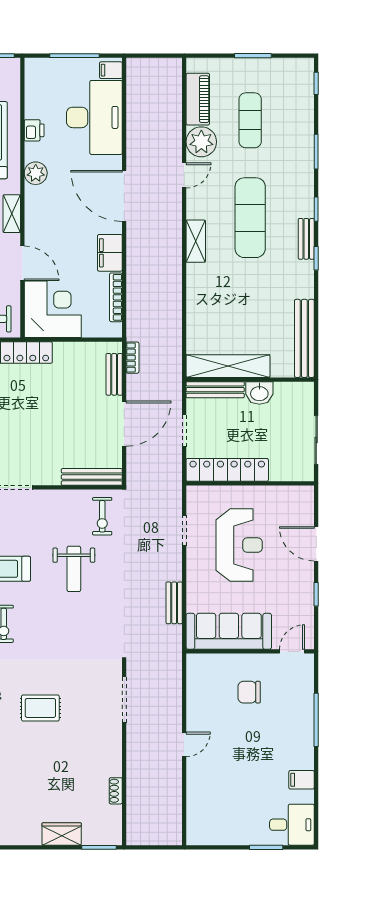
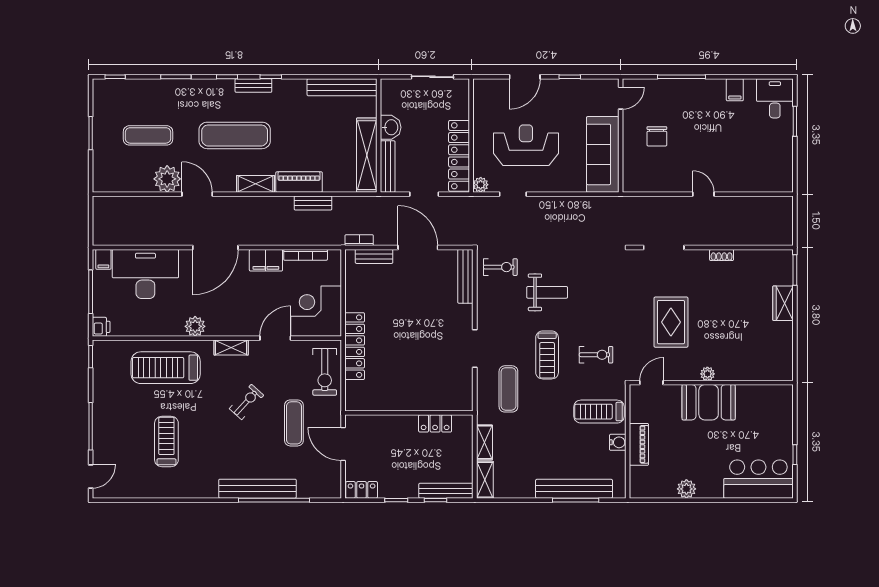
piano: (198, 99) -> (299, 182), moved
printer: (34, 130) -> (101, 327), moved, turned 90
door: (184, 175) -> (197, 194), width x1.38
plant: (195, 494) -> (481, 185), added
bench: (174, 603) -> (313, 203), moved
door: (292, 651) -> (621, 98), swing flipped
rug: (40, 708) -> (671, 322), width x1.36, depth x1.43
shoe rack: (116, 791) -> (722, 255), moved

